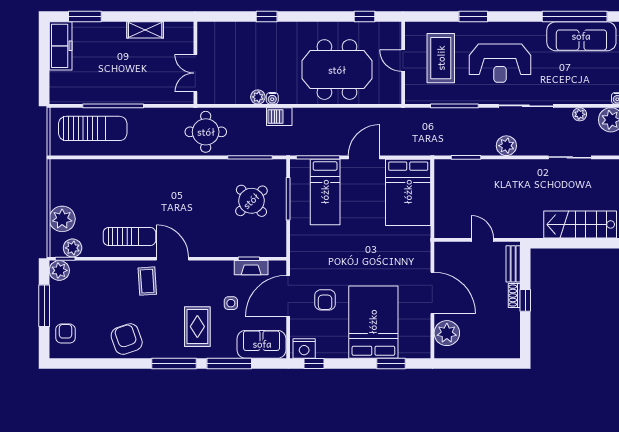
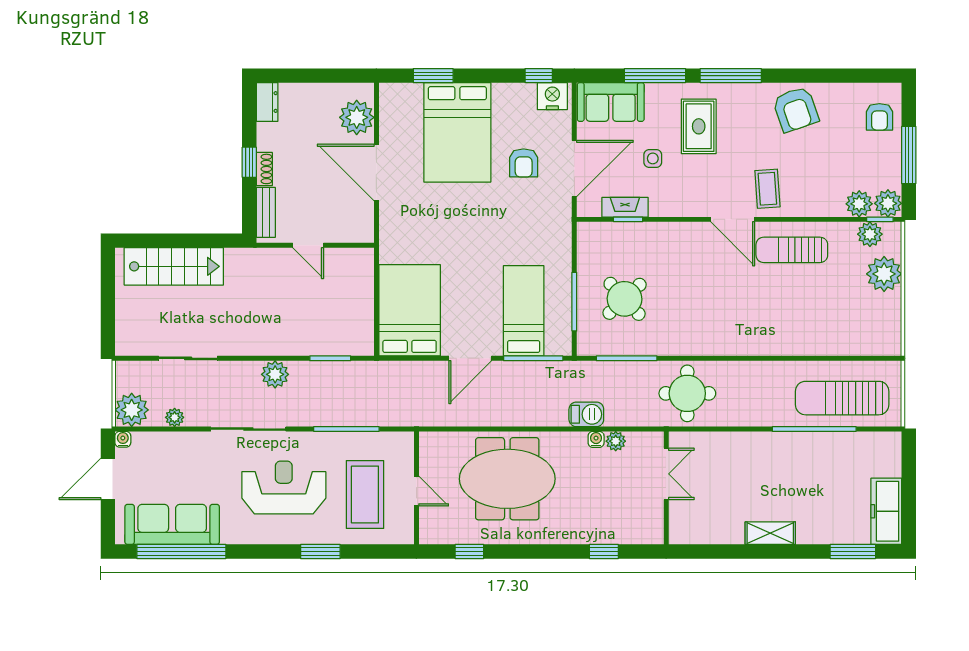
wall: (195, 63) -> (666, 488), moved
double door: (195, 73) -> (666, 474), moved
plant: (80, 270) -> (859, 204), added
armchair: (325, 300) -> (524, 163), turned 180
dresser: (512, 344) -> (267, 102), added

